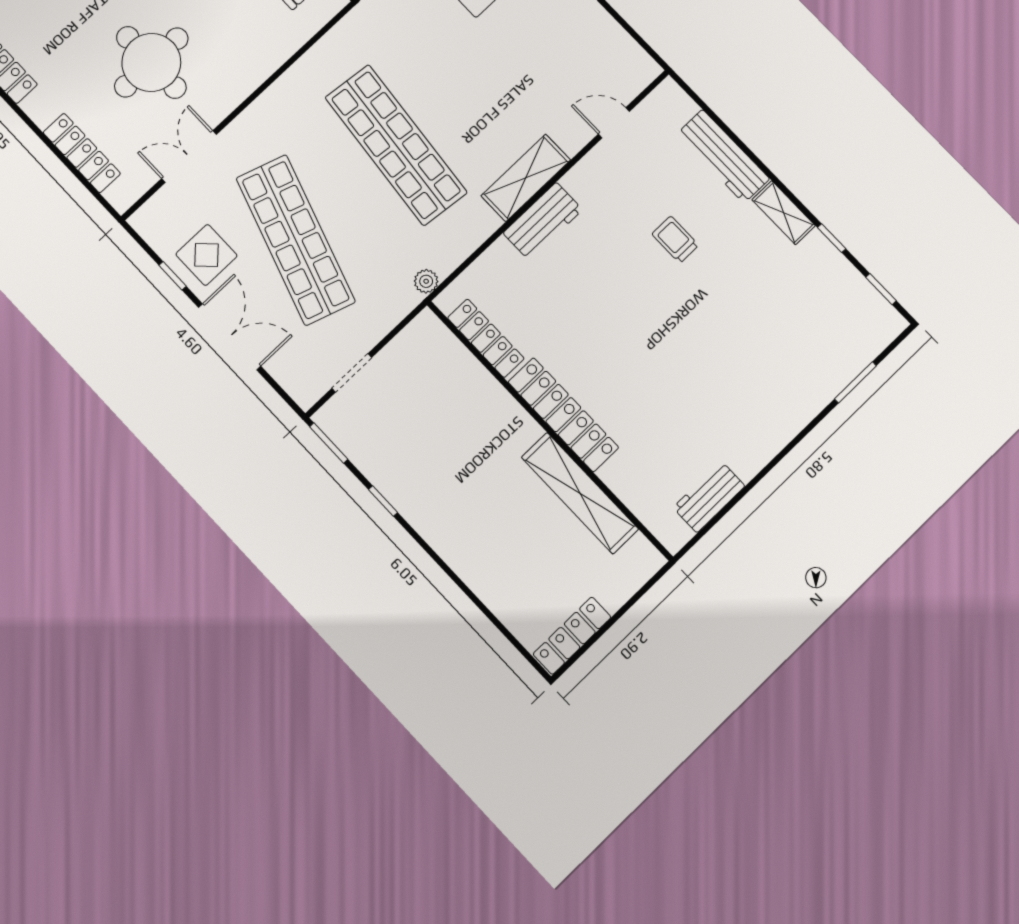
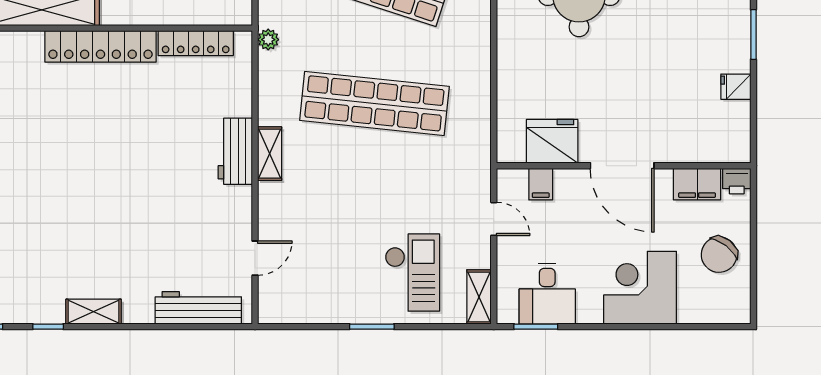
workbench: (723, 156) -> (198, 308), moved
shelving: (526, 178) -> (270, 154), width x0.67, depth x0.75
trolley: (675, 240) -> (143, 225), removed

